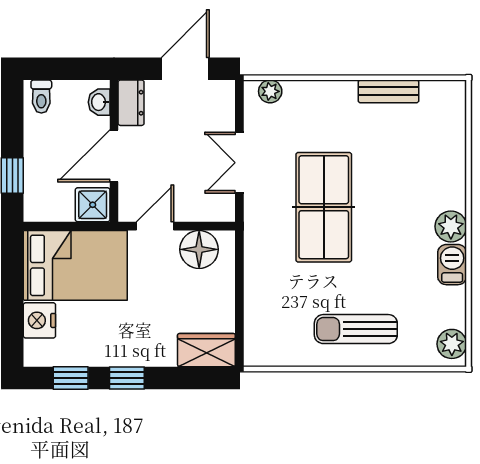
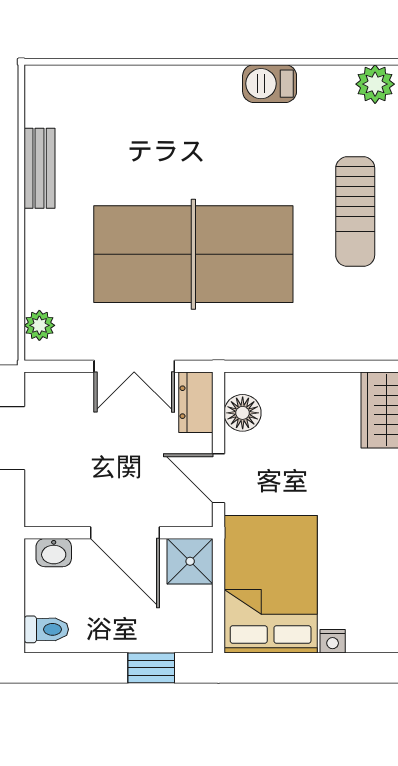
dresser: (131, 103) -> (196, 402), moved, turned -90
table tennis table: (324, 207) -> (193, 254), width x1.36, depth x1.32
plant: (451, 226) -> (219, 85), removed
floor lamp: (199, 249) -> (243, 413), width x0.73, depth x0.73
nightstand: (39, 320) -> (333, 641), width x0.53, depth x0.56

